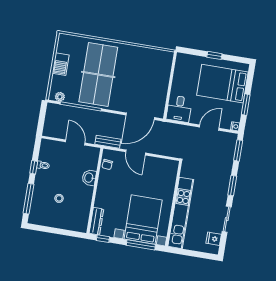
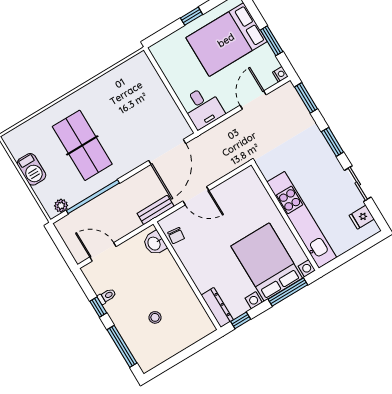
table tennis table: (98, 74) -> (82, 145), width x0.73, depth x0.76
door: (75, 142) -> (103, 252), moved
washbasin: (89, 178) -> (154, 243), moved

